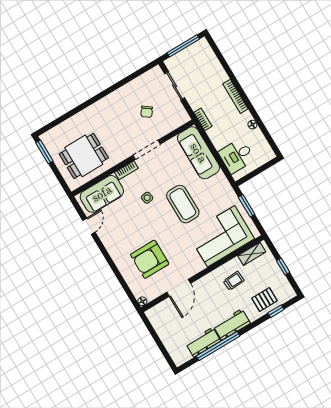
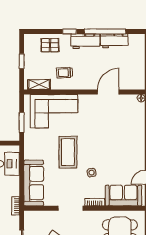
armchair: (150, 259) -> (117, 126), removed
window: (276, 311) -> (69, 31), moved

